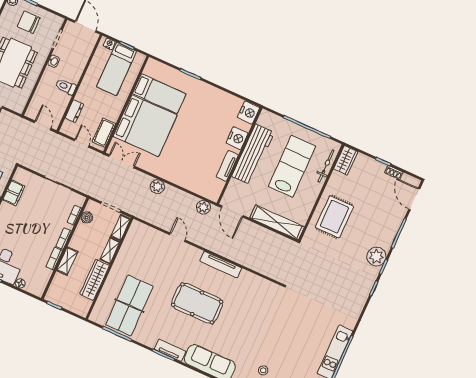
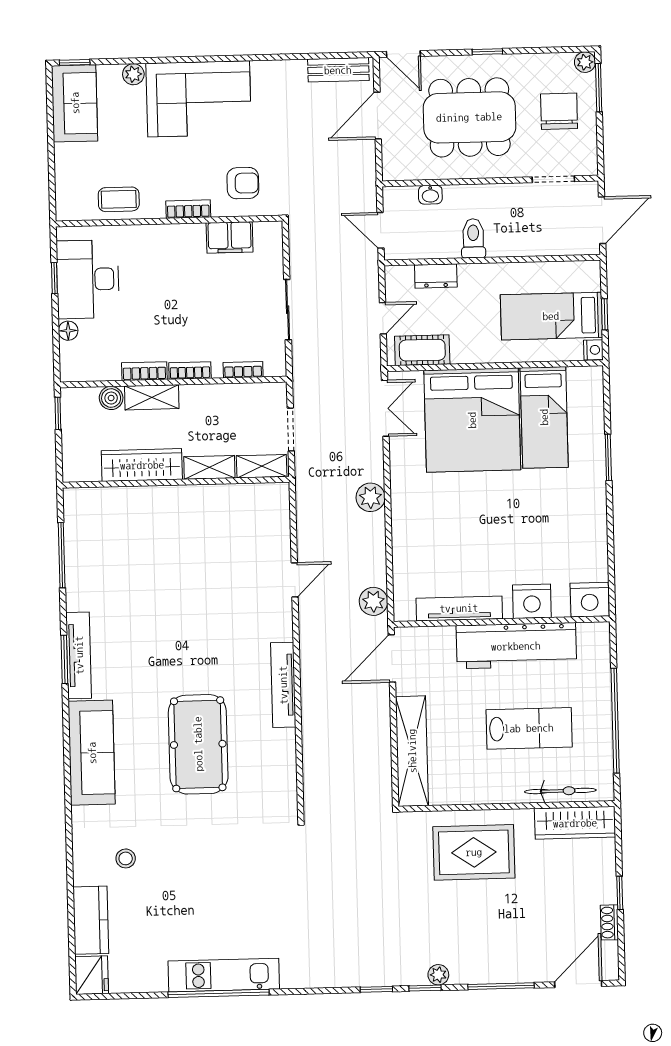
nightstand: (109, 44) -> (593, 350), moved
washbasin: (54, 61) -> (430, 195), moved
door: (43, 126) -> (381, 230), swing flipped
wardrobe: (346, 160) -> (575, 823), width x1.50
tv unit: (227, 166) -> (459, 608), width x1.41
lab bench: (292, 166) -> (529, 728), width x0.73, depth x0.72
boiler: (87, 218) -> (111, 398), moved
plant: (376, 256) -> (438, 975), width x0.53, depth x0.53
pool table: (197, 303) -> (198, 744), moved
table tennis table: (129, 306) -> (125, 553), removed
tv unit: (170, 350) -> (79, 655), width x1.41

